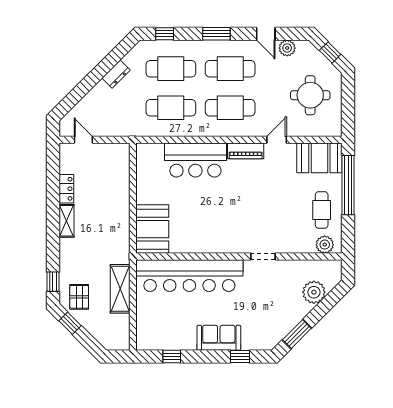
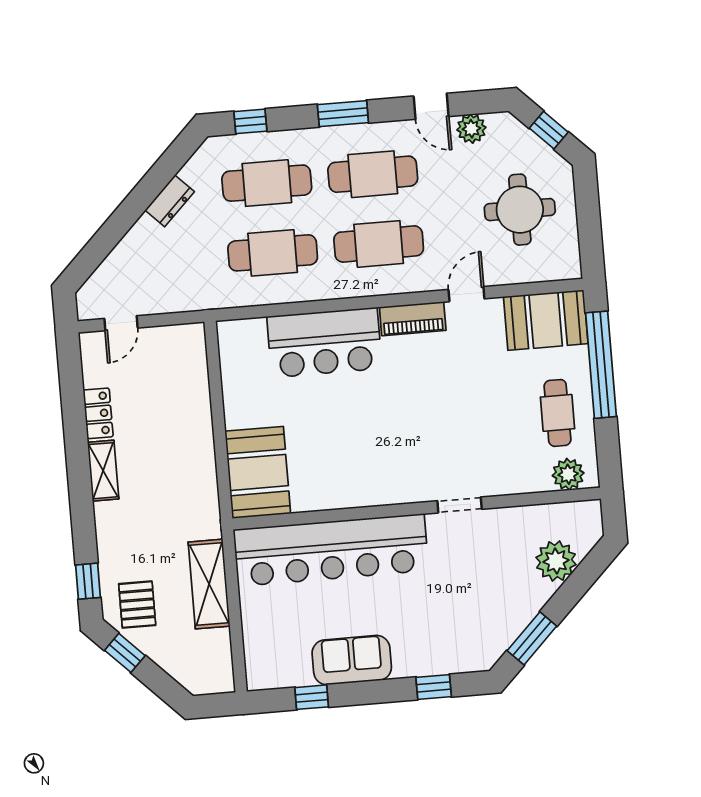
door: (83, 140) -> (121, 323), swing flipped
sofa: (219, 338) -> (352, 660), moved

